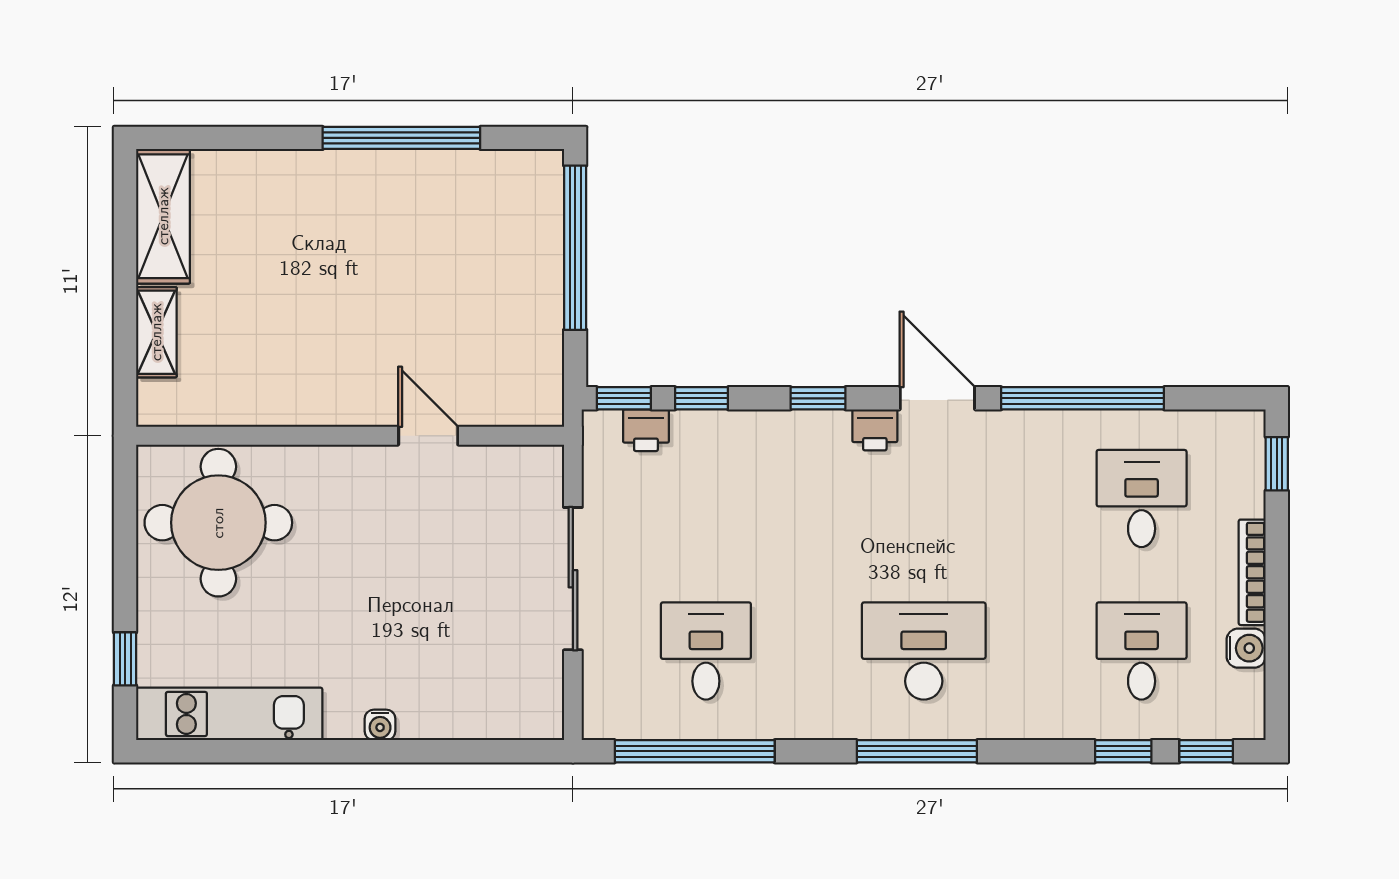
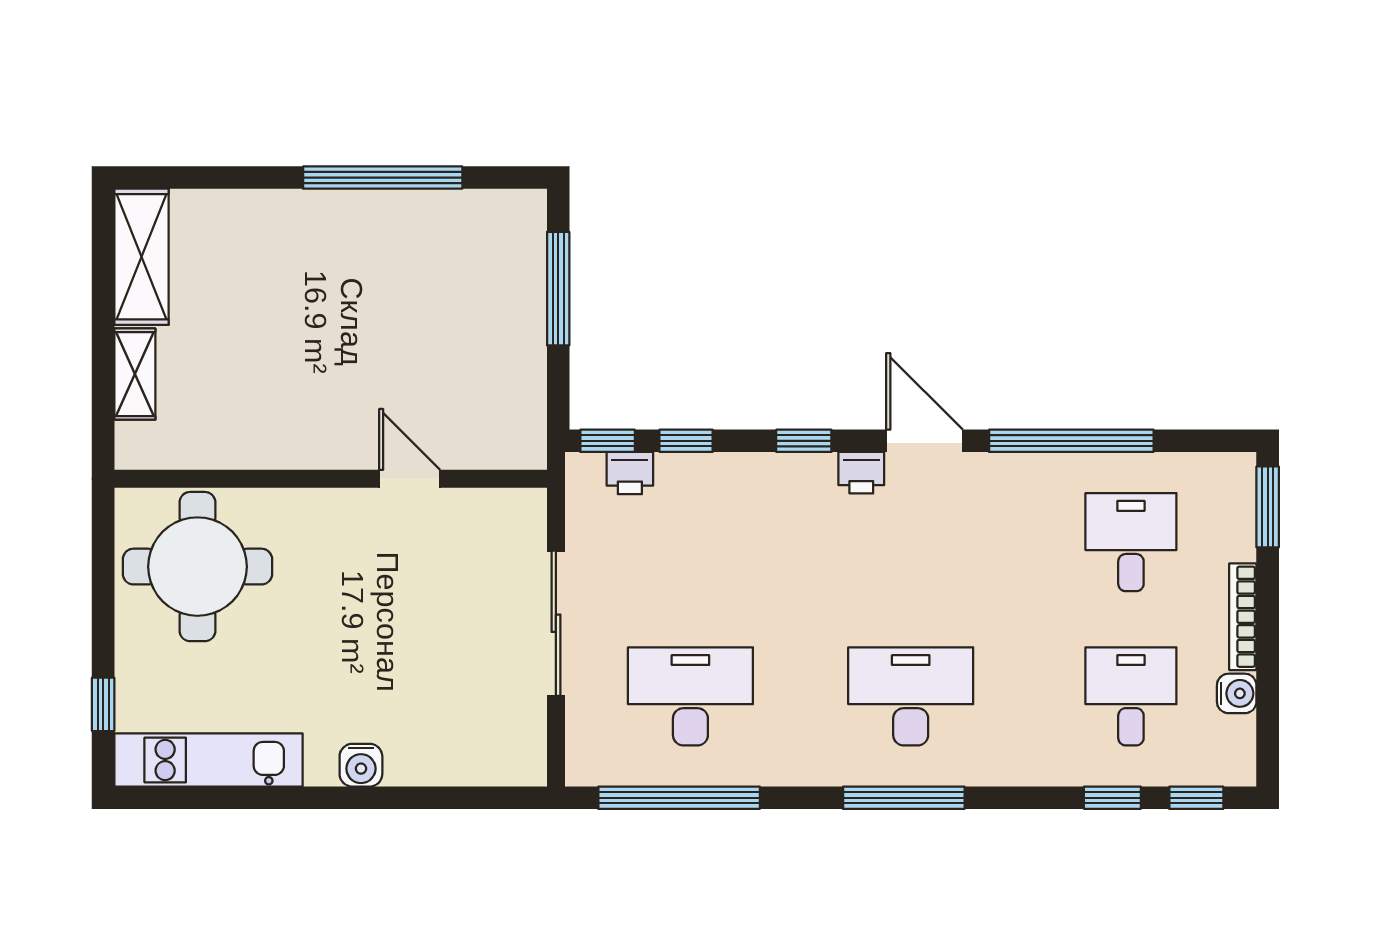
window: (575, 248) -> (558, 289), width x0.68
window: (1277, 464) -> (1268, 507), width x1.50
desk: (706, 651) -> (690, 696), width x1.37
water cooler: (380, 725) -> (361, 765), width x1.38, depth x1.38

